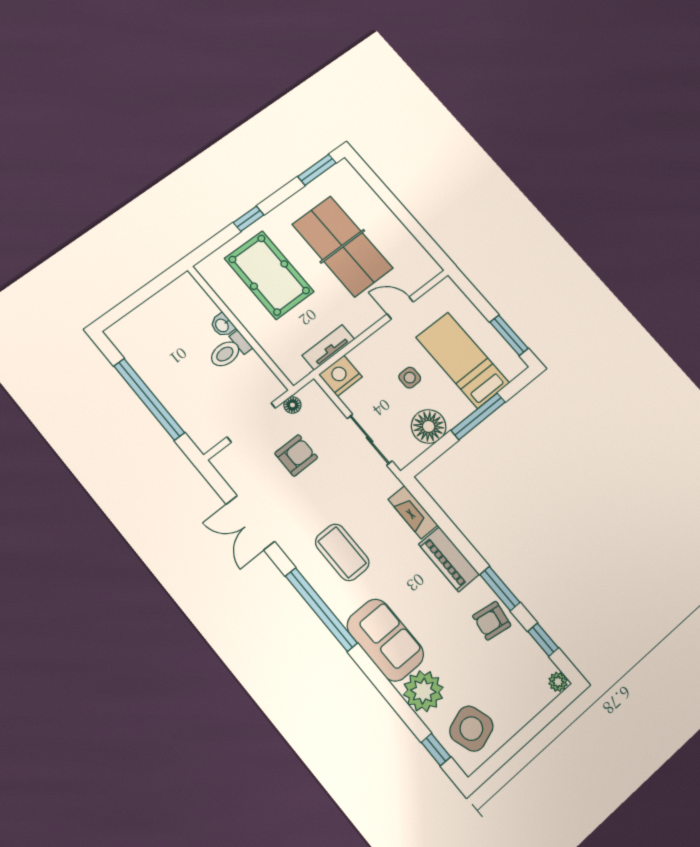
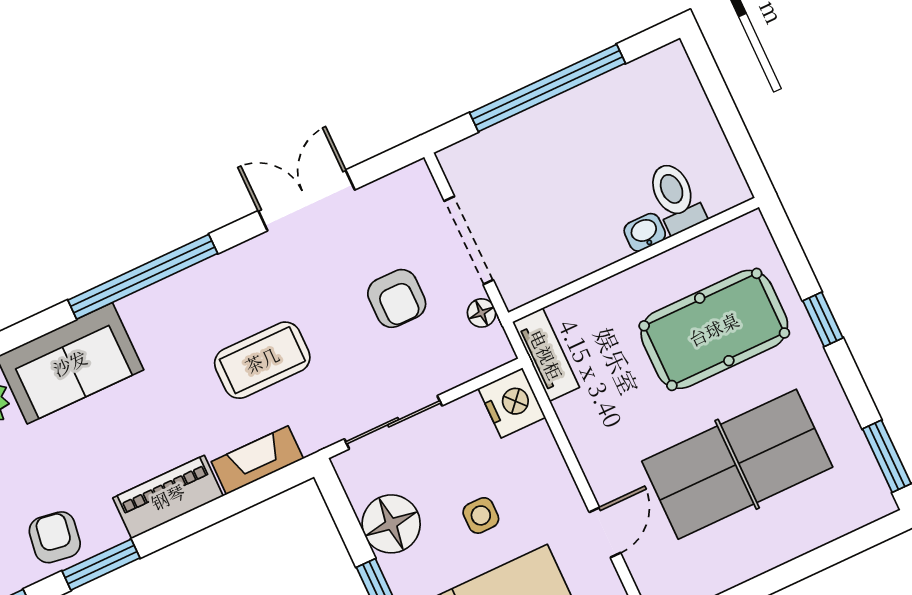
tv unit: (328, 347) -> (546, 355), moved
toilet: (229, 351) -> (676, 197), moved
coffee table: (342, 552) -> (262, 360), moved

